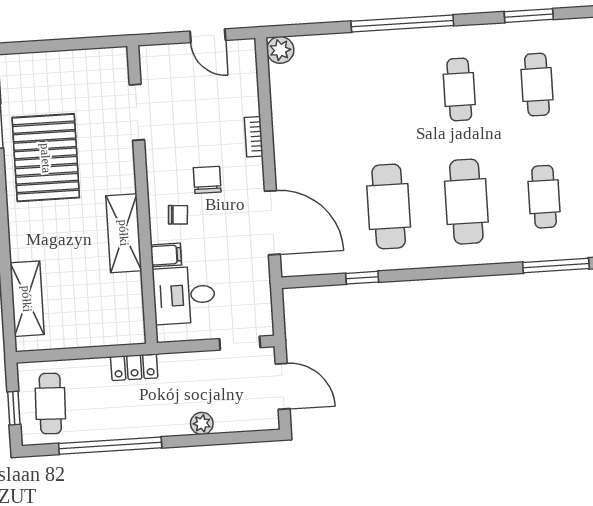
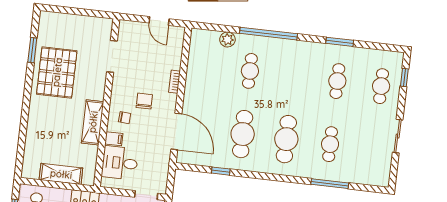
plant: (280, 50) -> (227, 40), moved
cafe table: (459, 89) -> (250, 71), moved
shelving: (27, 299) -> (61, 174), moved, turned 90

